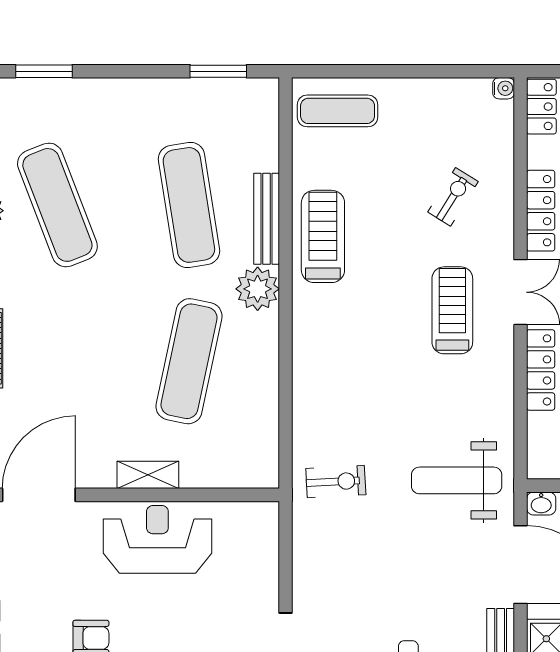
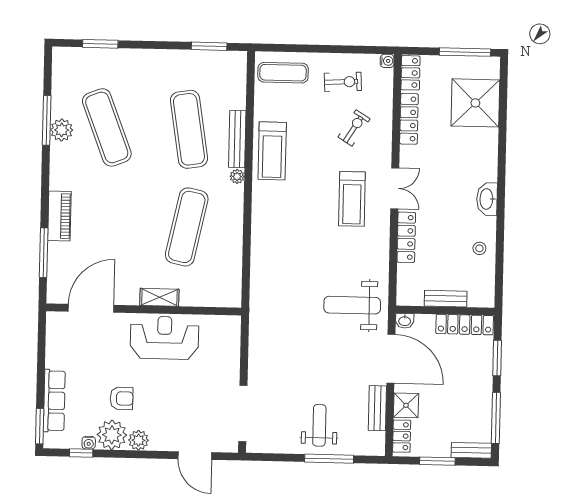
locker: (541, 211) -> (409, 119), moved
treadmill: (323, 236) -> (272, 151), turned 180
plant: (258, 289) -> (237, 176), width x0.53, depth x0.53
treadmill: (452, 310) -> (352, 199), turned 180
exercise bike: (336, 482) -> (343, 82), moved

